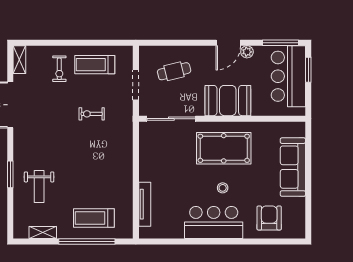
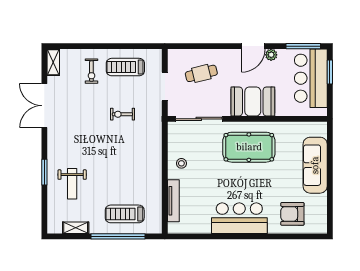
stool: (223, 188) -> (181, 163), moved
armchair: (269, 218) -> (292, 214), turned -90

